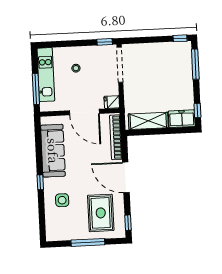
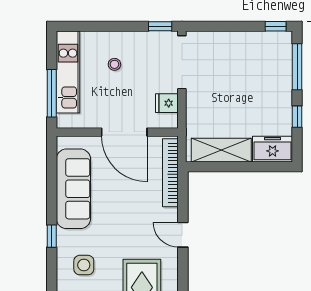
fridge: (112, 102) -> (167, 103), moved
window: (197, 110) -> (297, 117), moved
door: (126, 177) -> (183, 235), width x0.53

